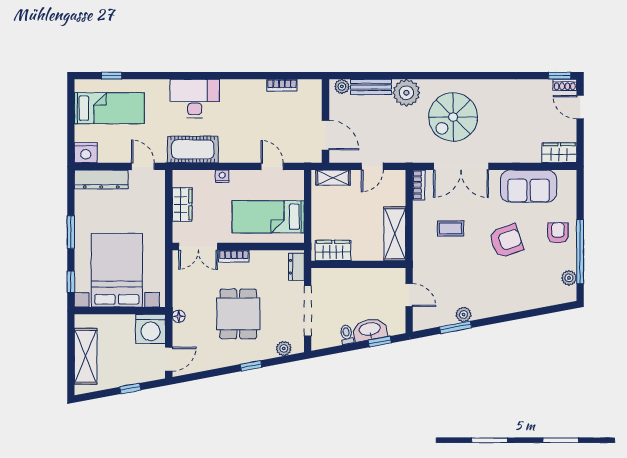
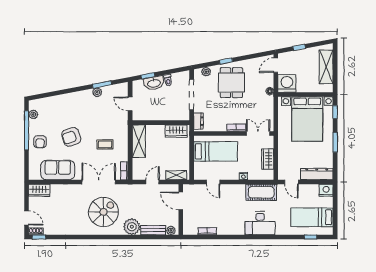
dining table: (238, 314) -> (231, 83), moved

